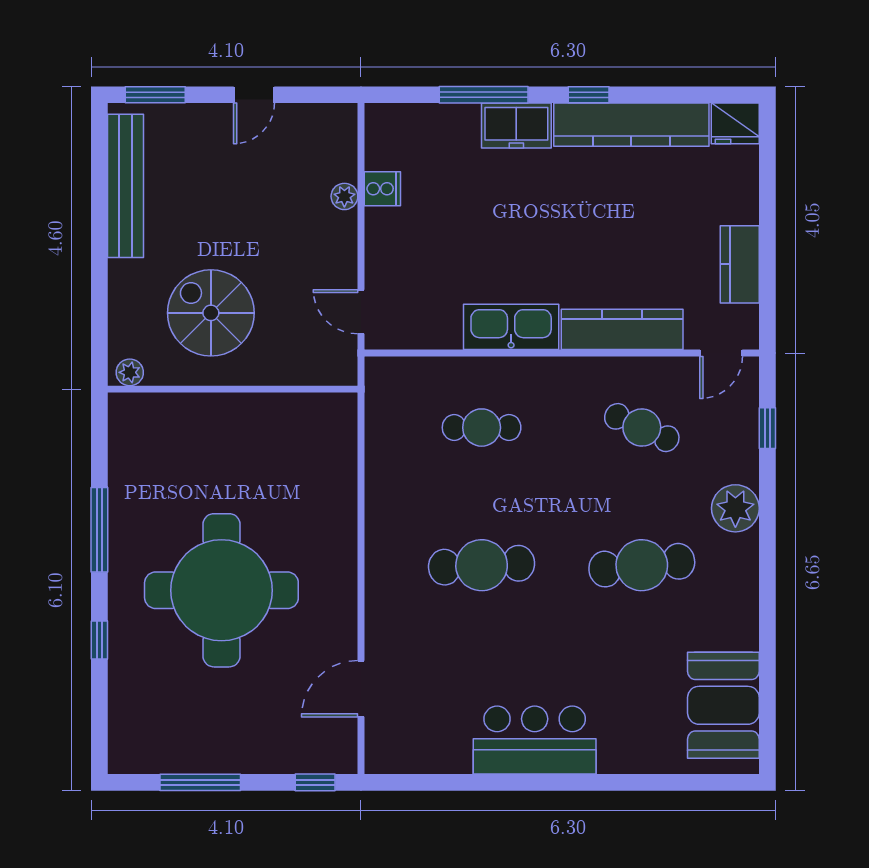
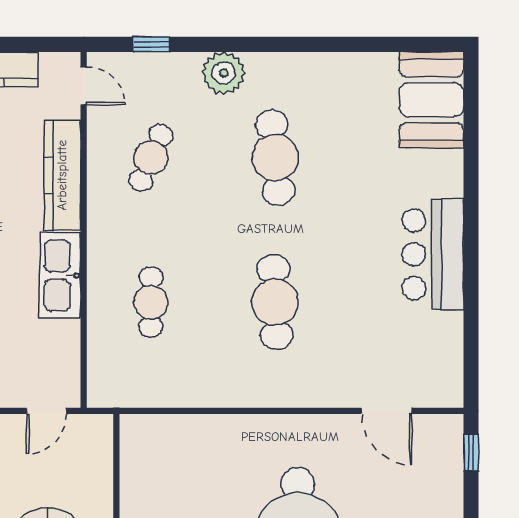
booth: (723, 705) -> (431, 100), moved, turned 90

